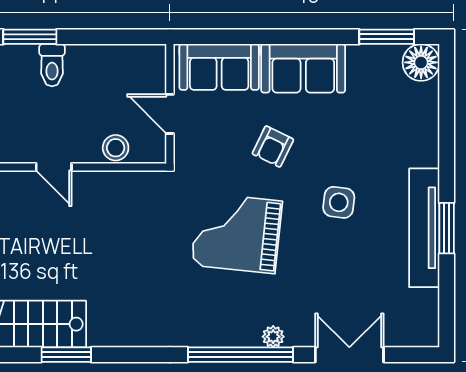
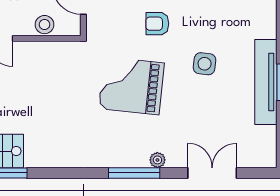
armchair: (273, 147) -> (157, 24), turned 64
window: (241, 355) -> (134, 173), width x0.68

